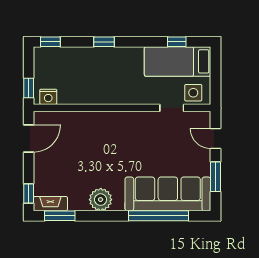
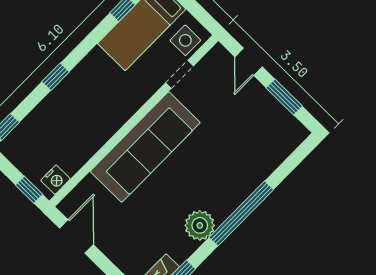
door: (215, 139) -> (249, 62), hinge flipped
sofa: (168, 194) -> (145, 147), moved, turned 180
window: (159, 216) -> (241, 214), moved

